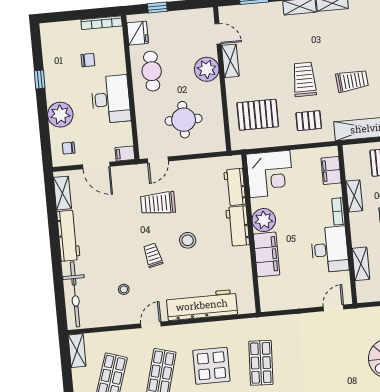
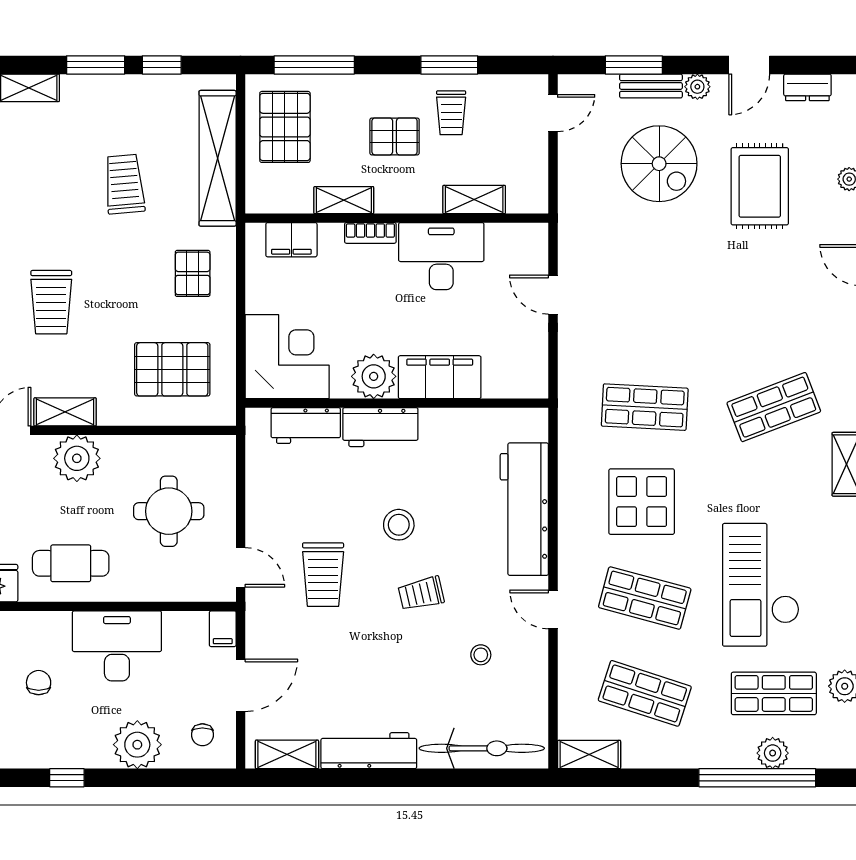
trolley: (304, 79) -> (51, 302), moved, turned -90
pallet: (258, 115) -> (172, 369), turned 90
door: (333, 308) -> (553, 295), moved

